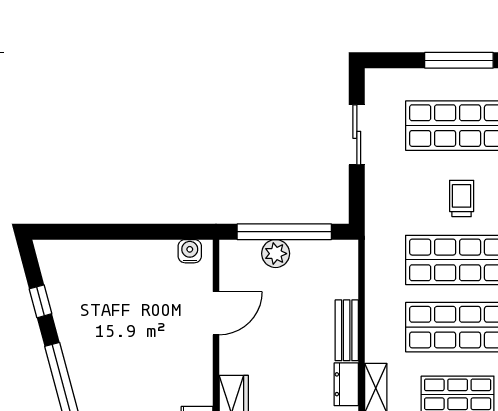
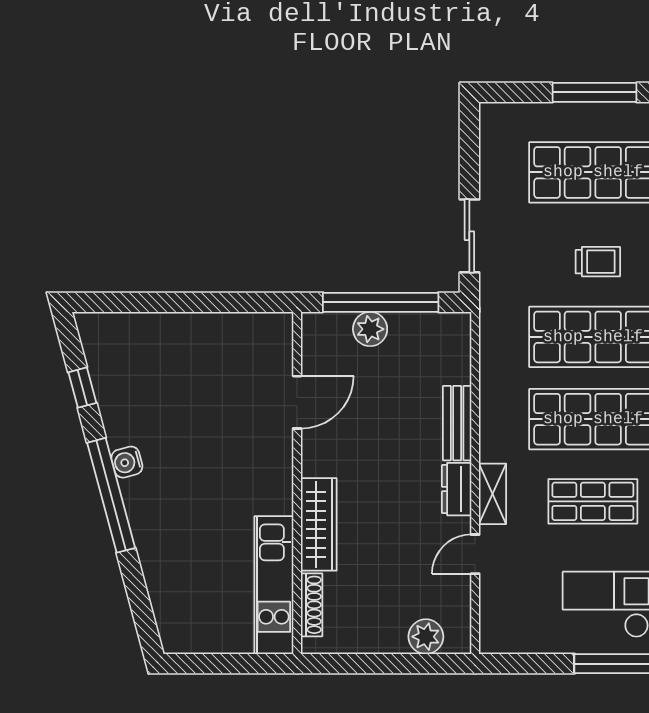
sliding door: (357, 135) -> (469, 236), moved
trolley: (462, 198) -> (598, 262), turned 90
water cooler: (190, 251) -> (127, 462), moved, turned -105

